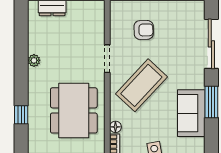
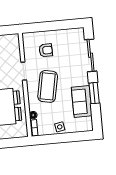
coffee table: (141, 85) -> (48, 86), turned -32

